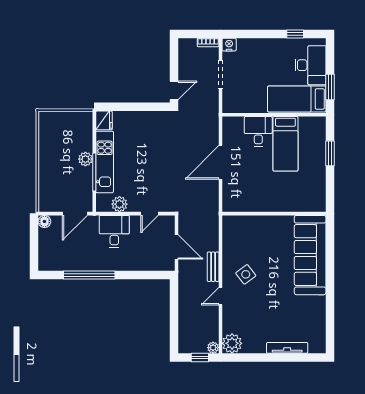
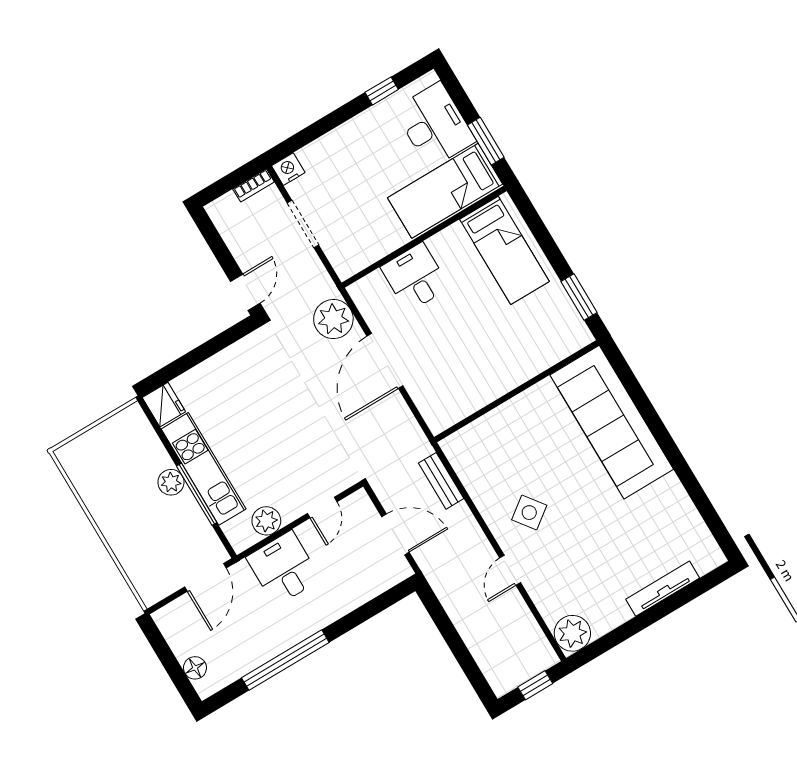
bed: (285, 144) -> (504, 250), moved
window: (330, 153) -> (579, 297), moved
floor lamp: (44, 221) -> (195, 668), moved
bench: (213, 267) -> (441, 481), moved
plant: (213, 348) -> (333, 319), moved, width x1.88, depth x1.88

